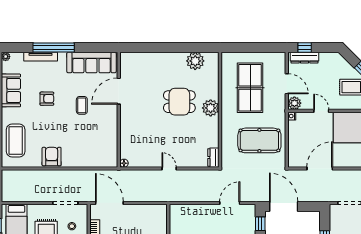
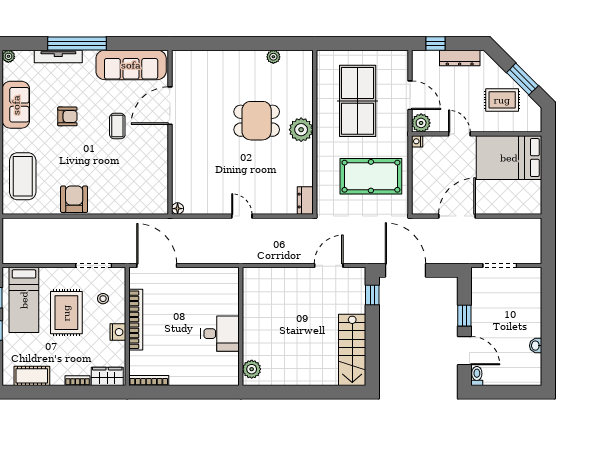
dresser: (305, 58) -> (460, 58), moved
plant: (195, 61) -> (273, 57), width x0.53, depth x0.53

